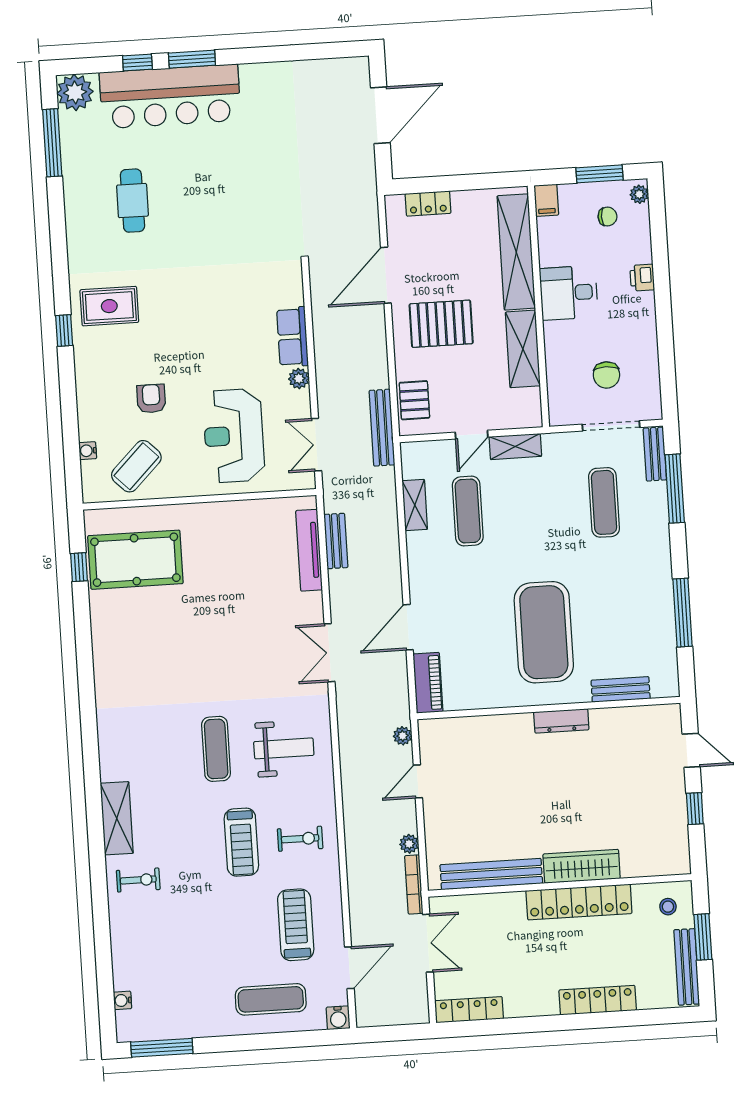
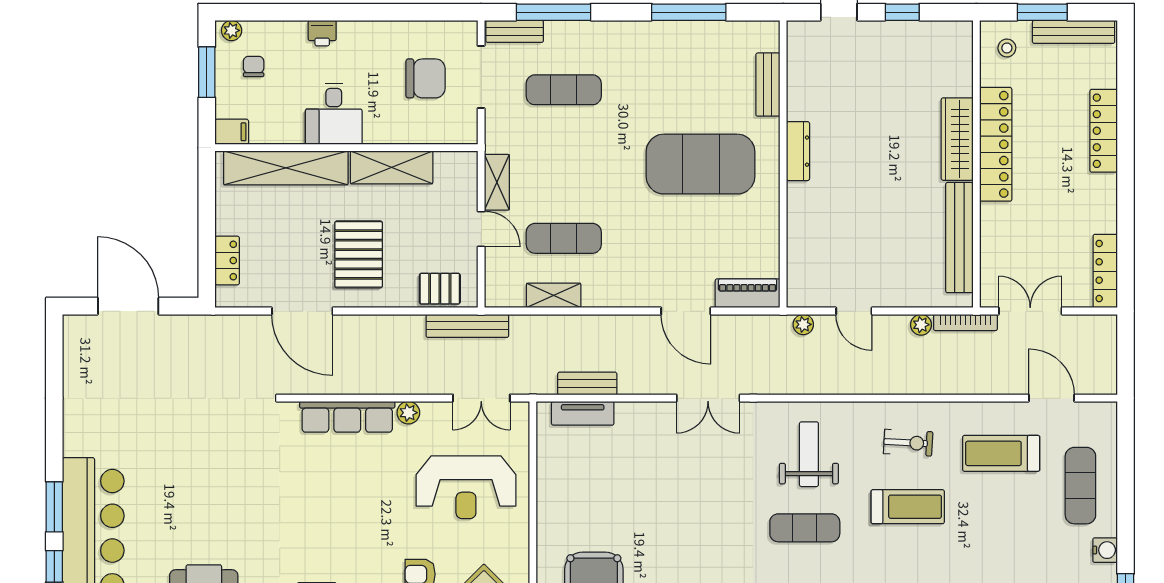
row of seats: (292, 337) -> (347, 417), width x1.48
chair: (606, 375) -> (425, 78), width x1.37, depth x1.37
tv unit: (309, 550) -> (583, 413), width x0.71
exercise bike: (300, 839) -> (908, 443), turned 93
water cooler: (338, 1018) -> (1105, 550), moved

